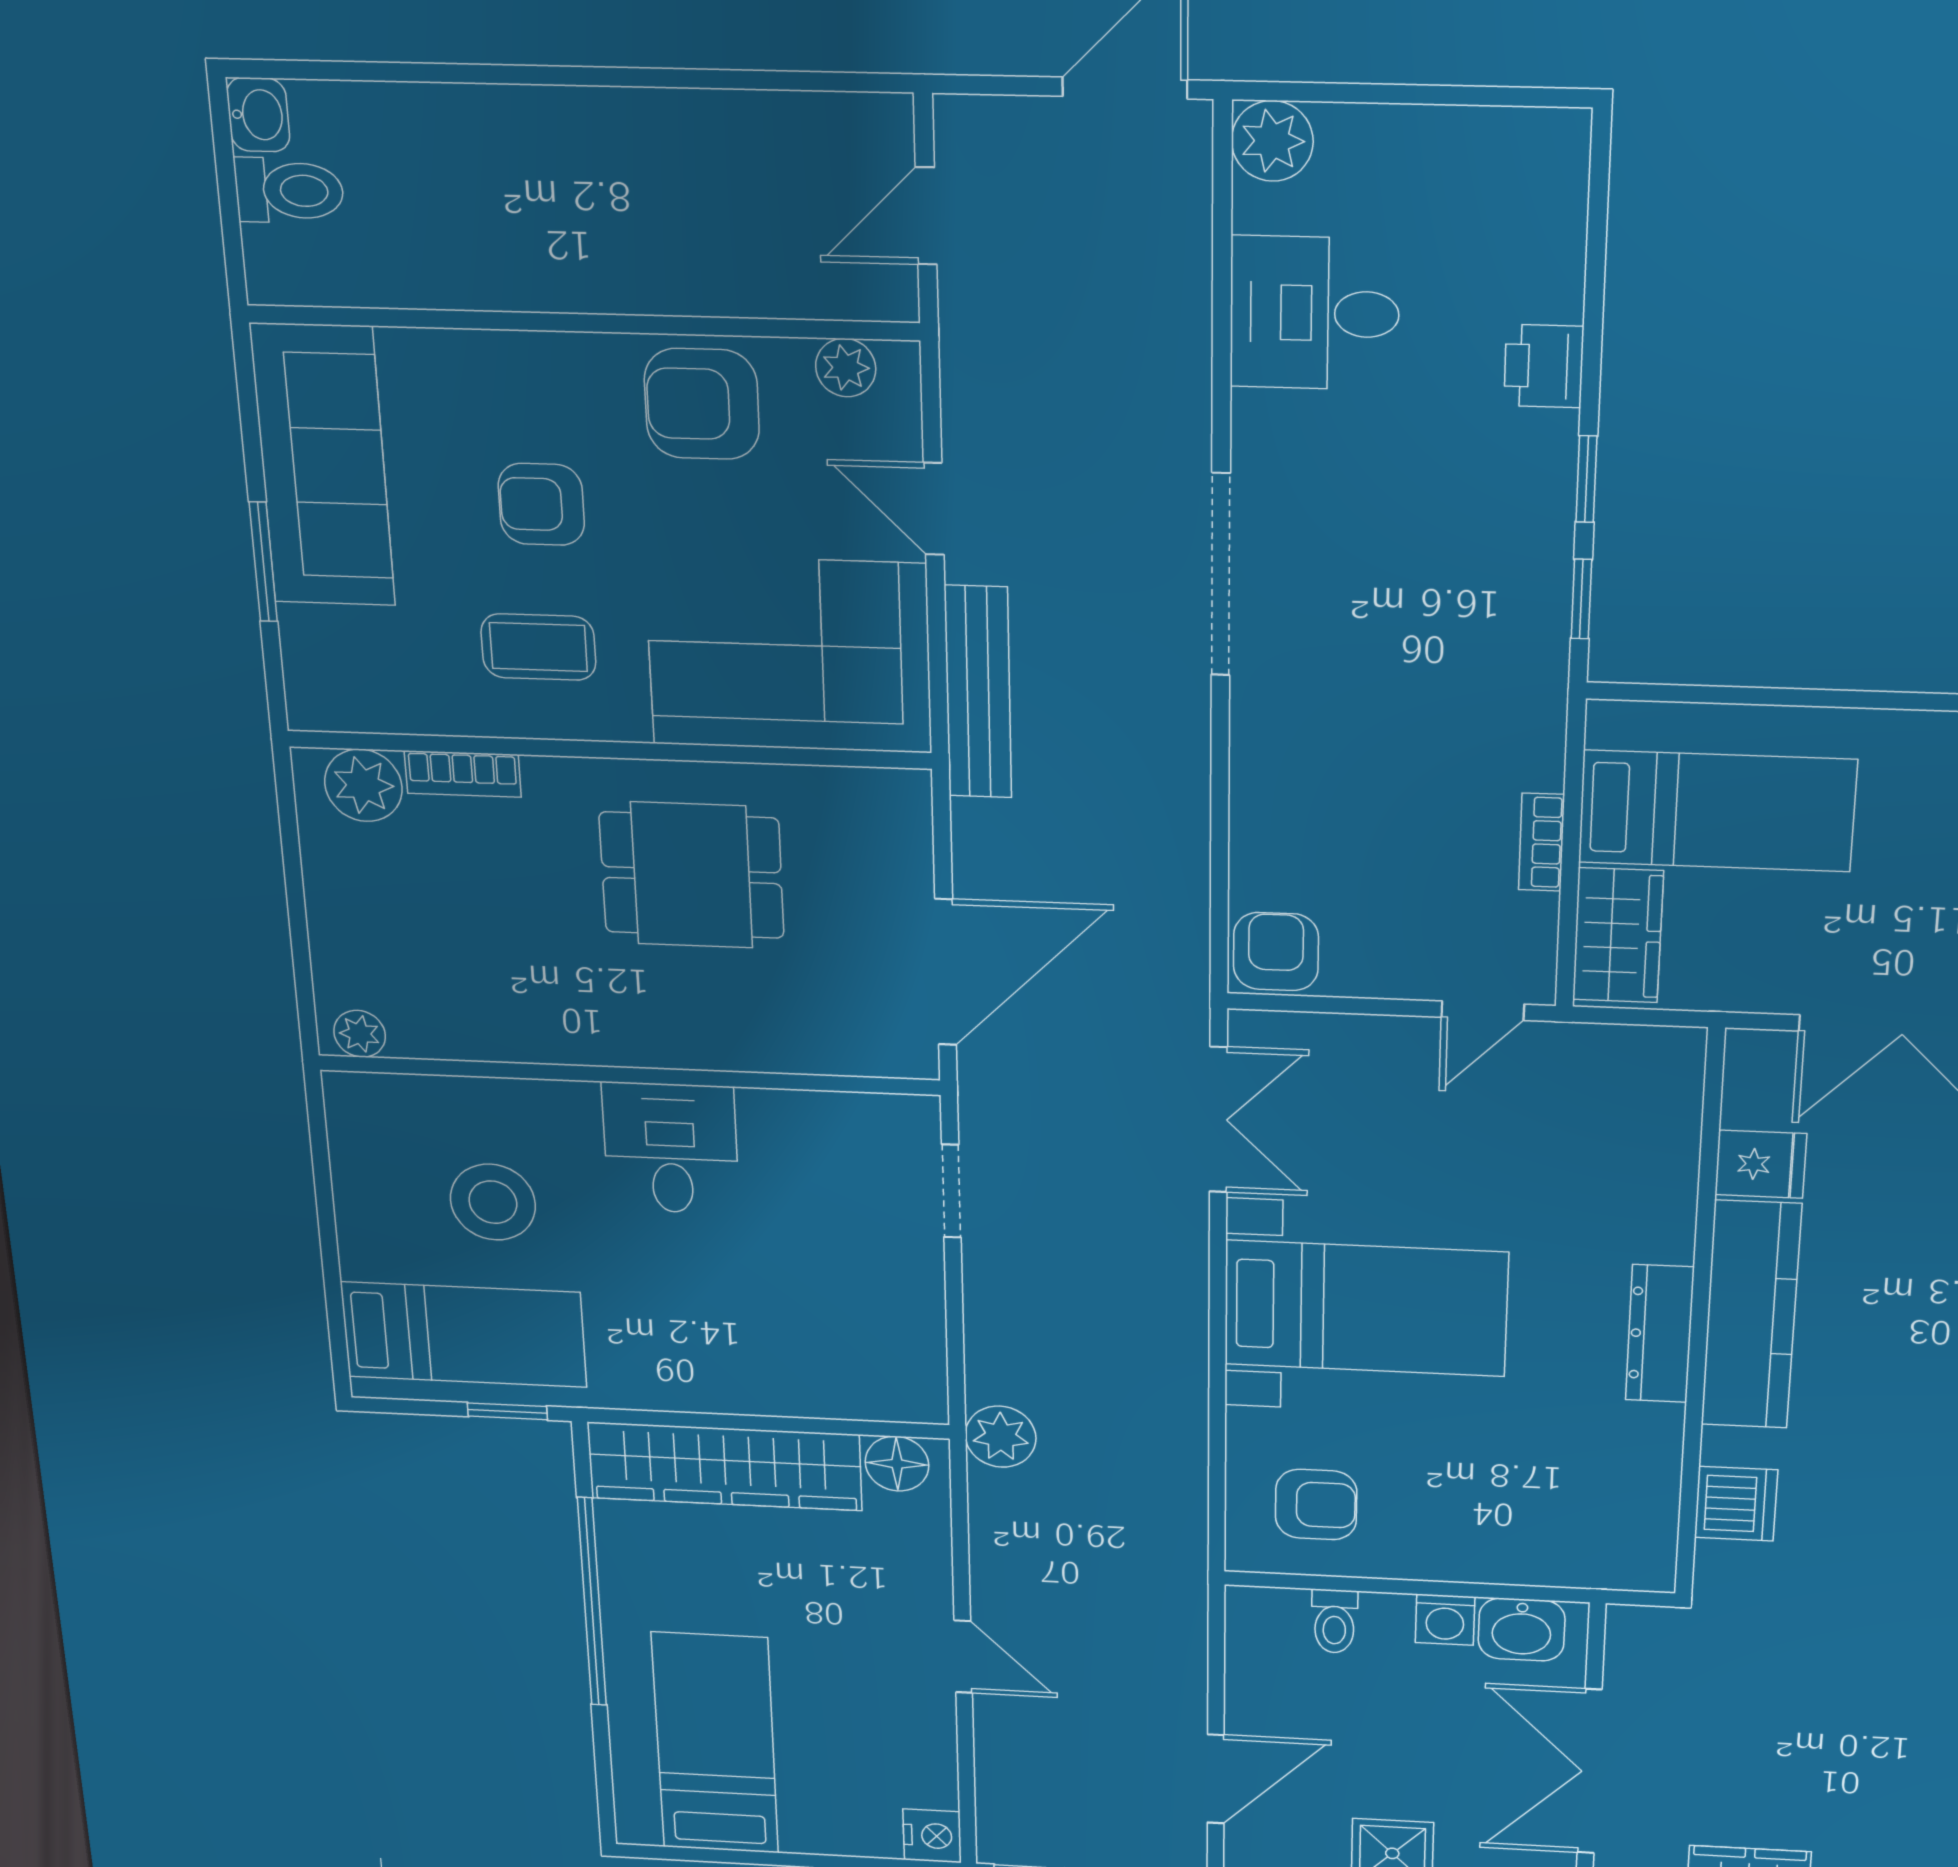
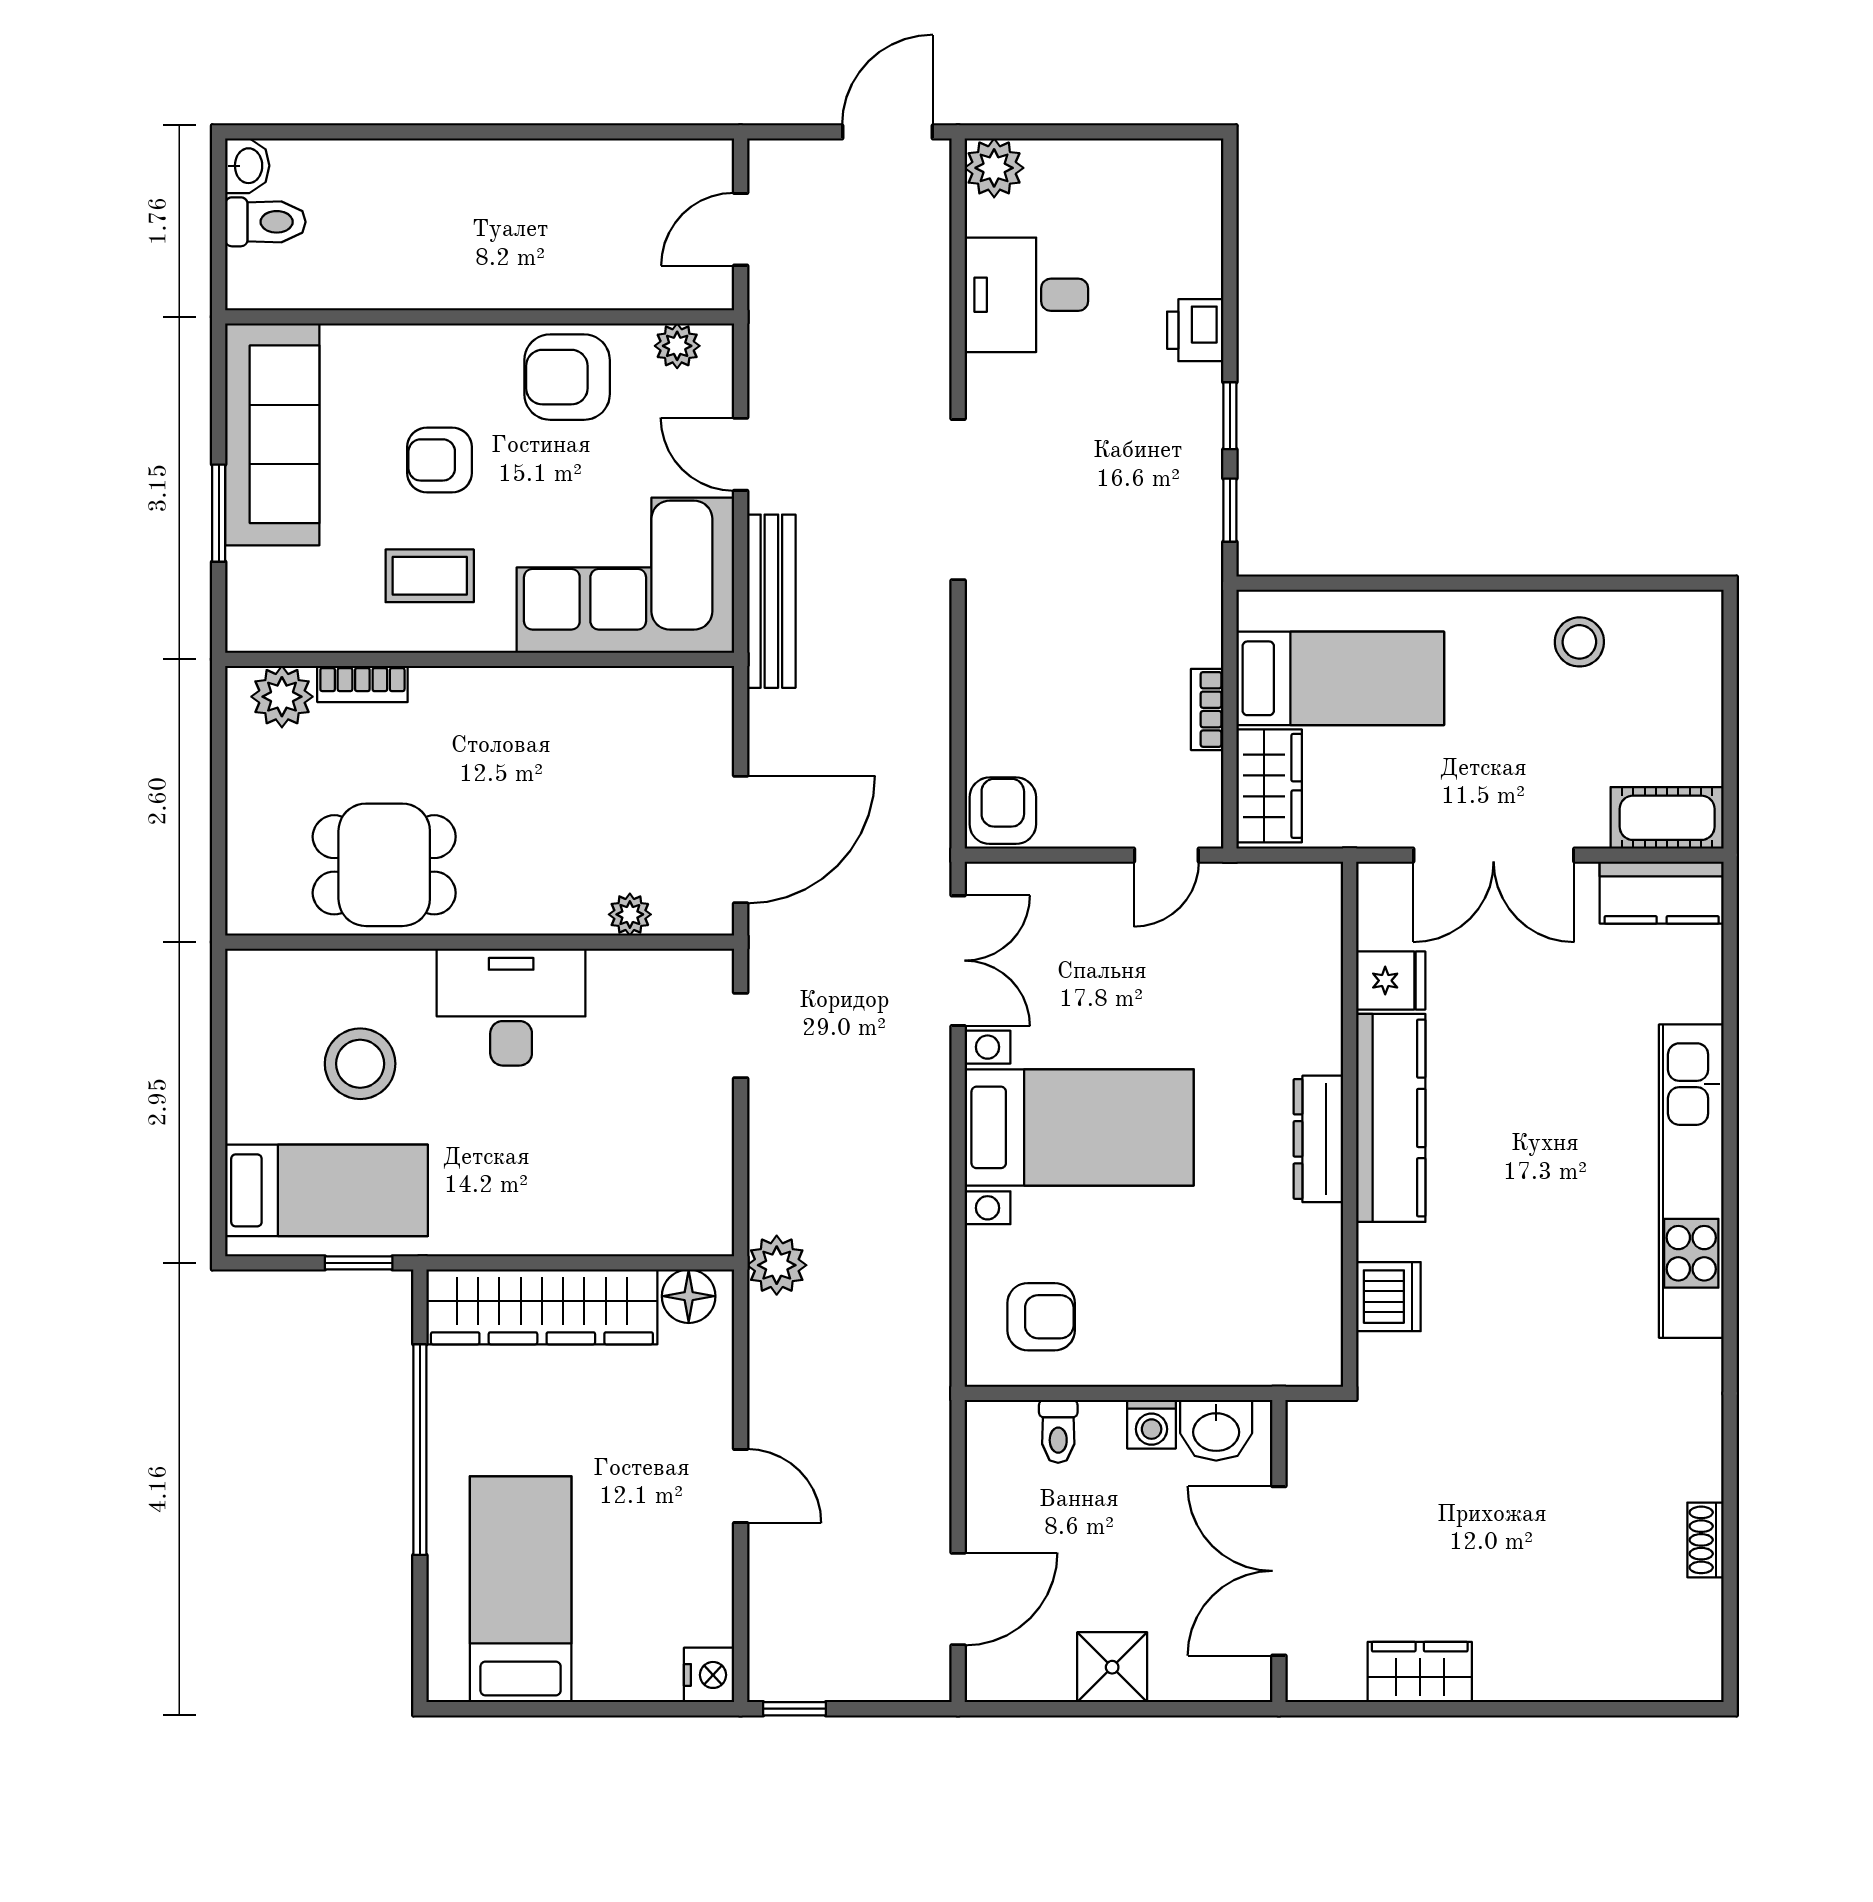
dining table: (692, 875) -> (384, 865), moved
plant: (360, 1034) -> (630, 914), moved
desk: (671, 1148) -> (511, 1007), width x1.37

